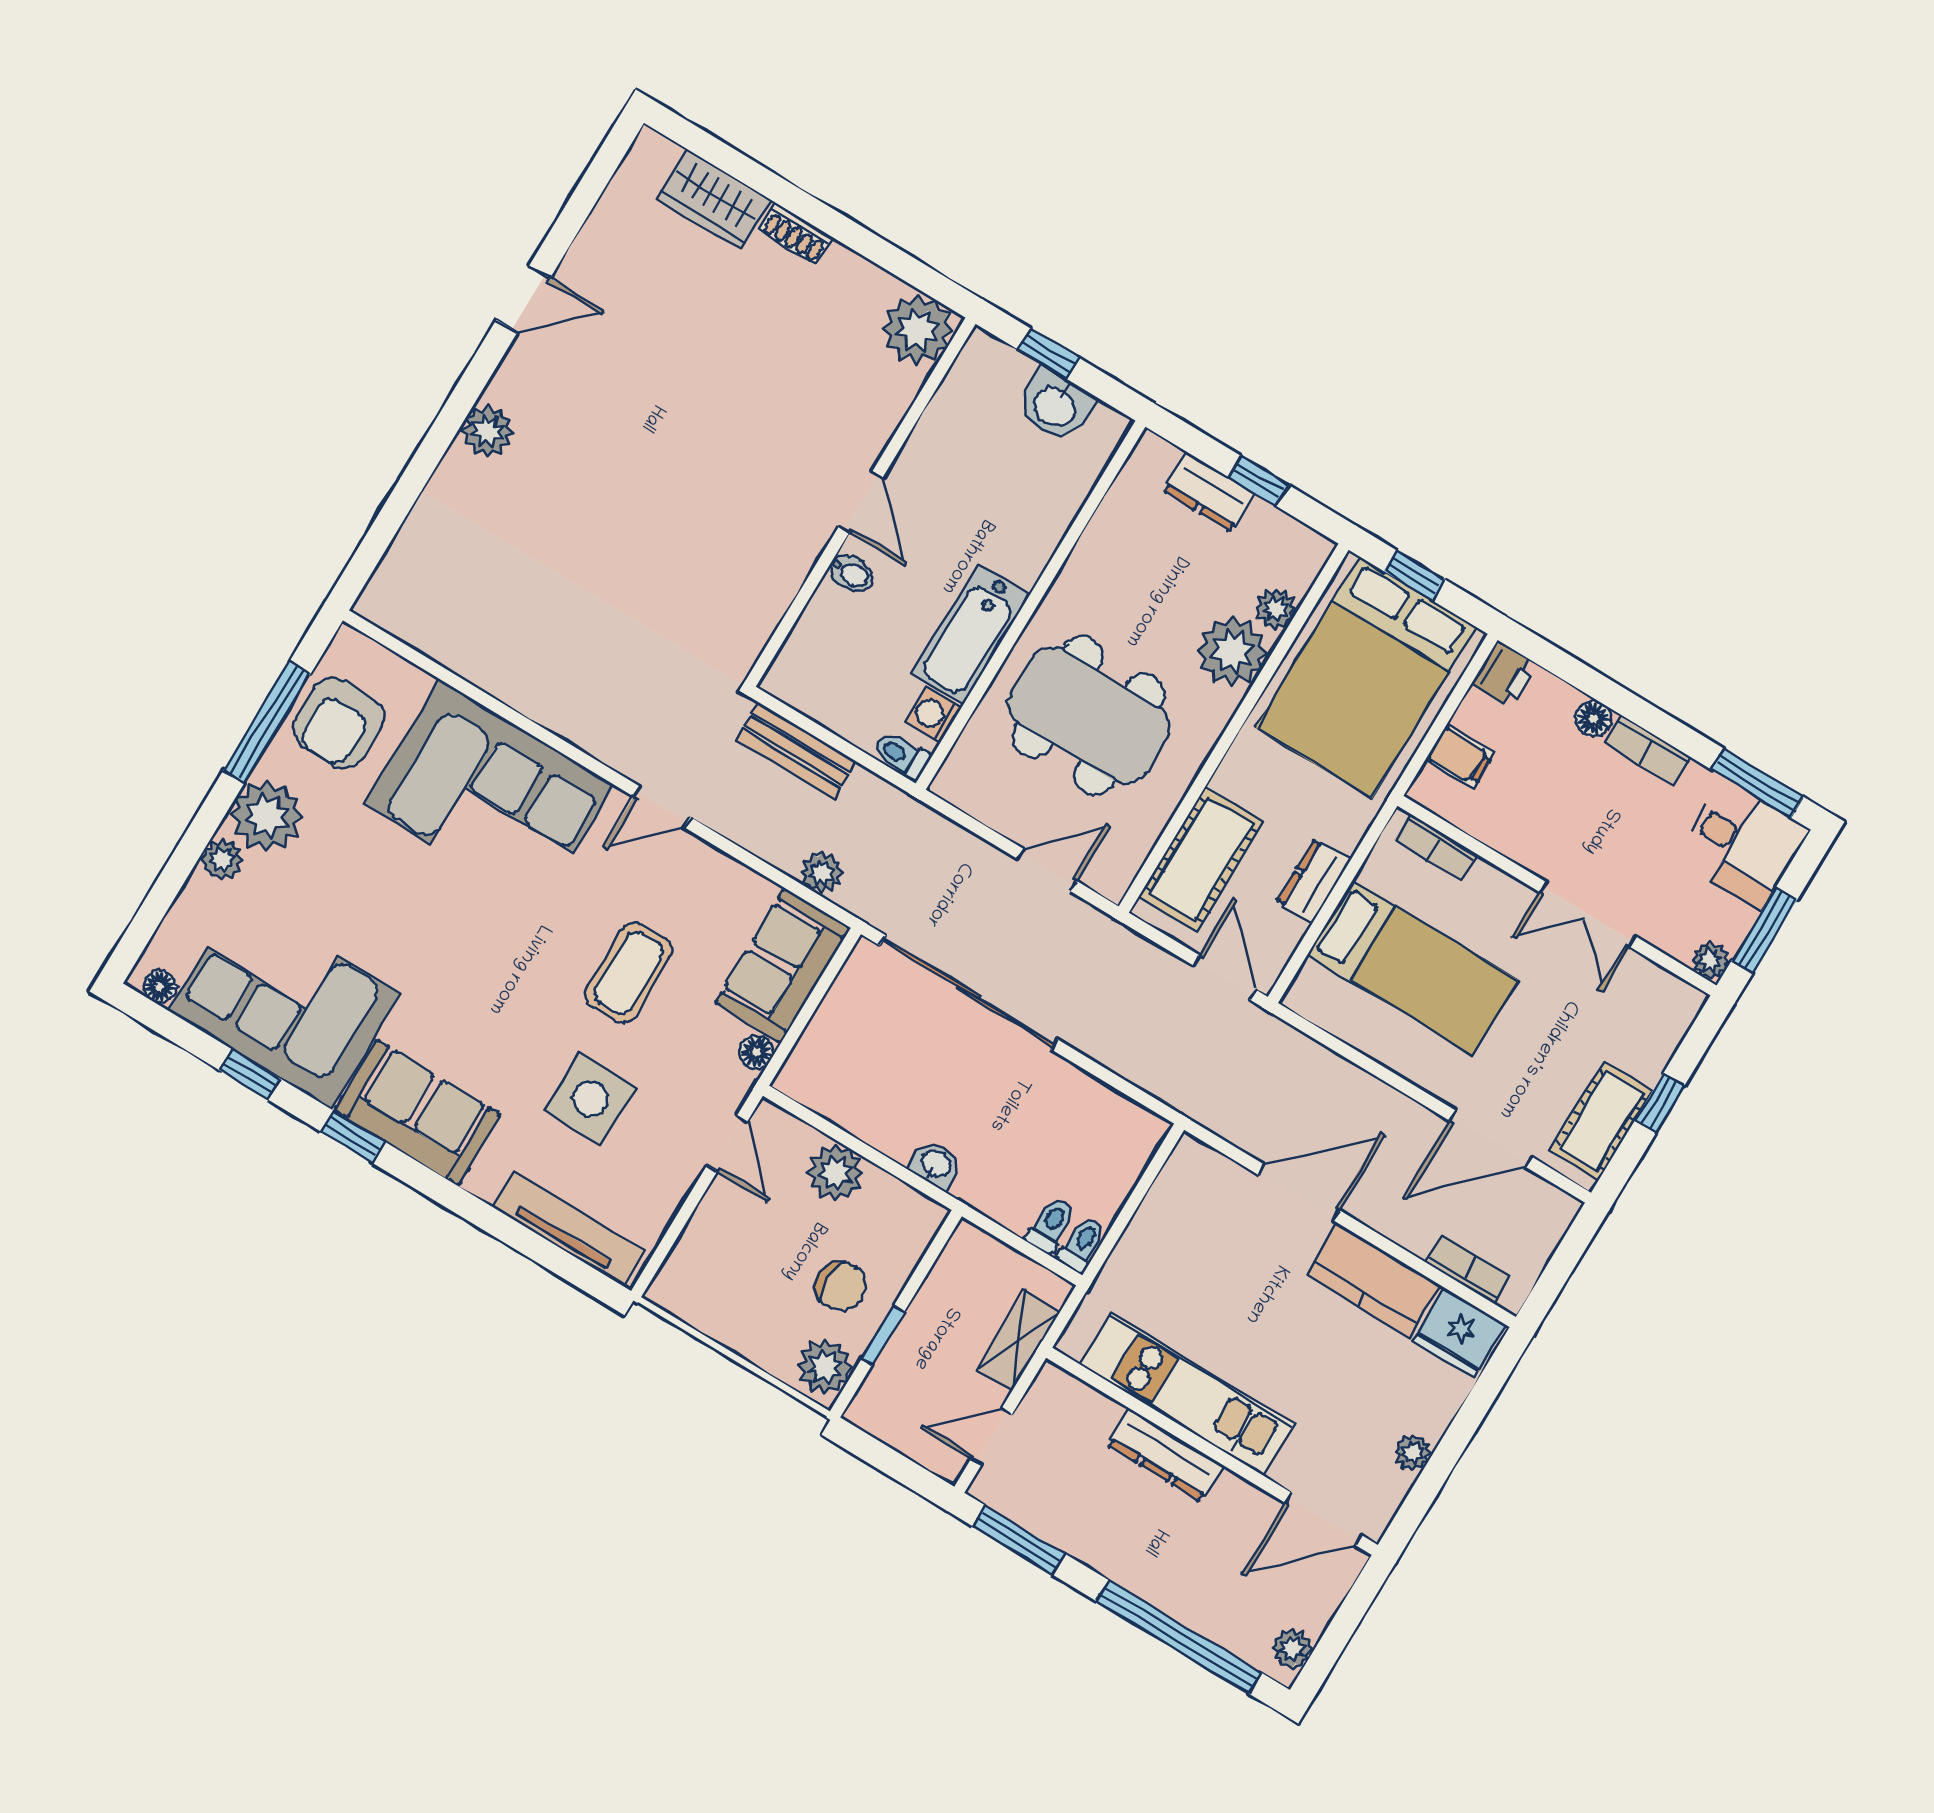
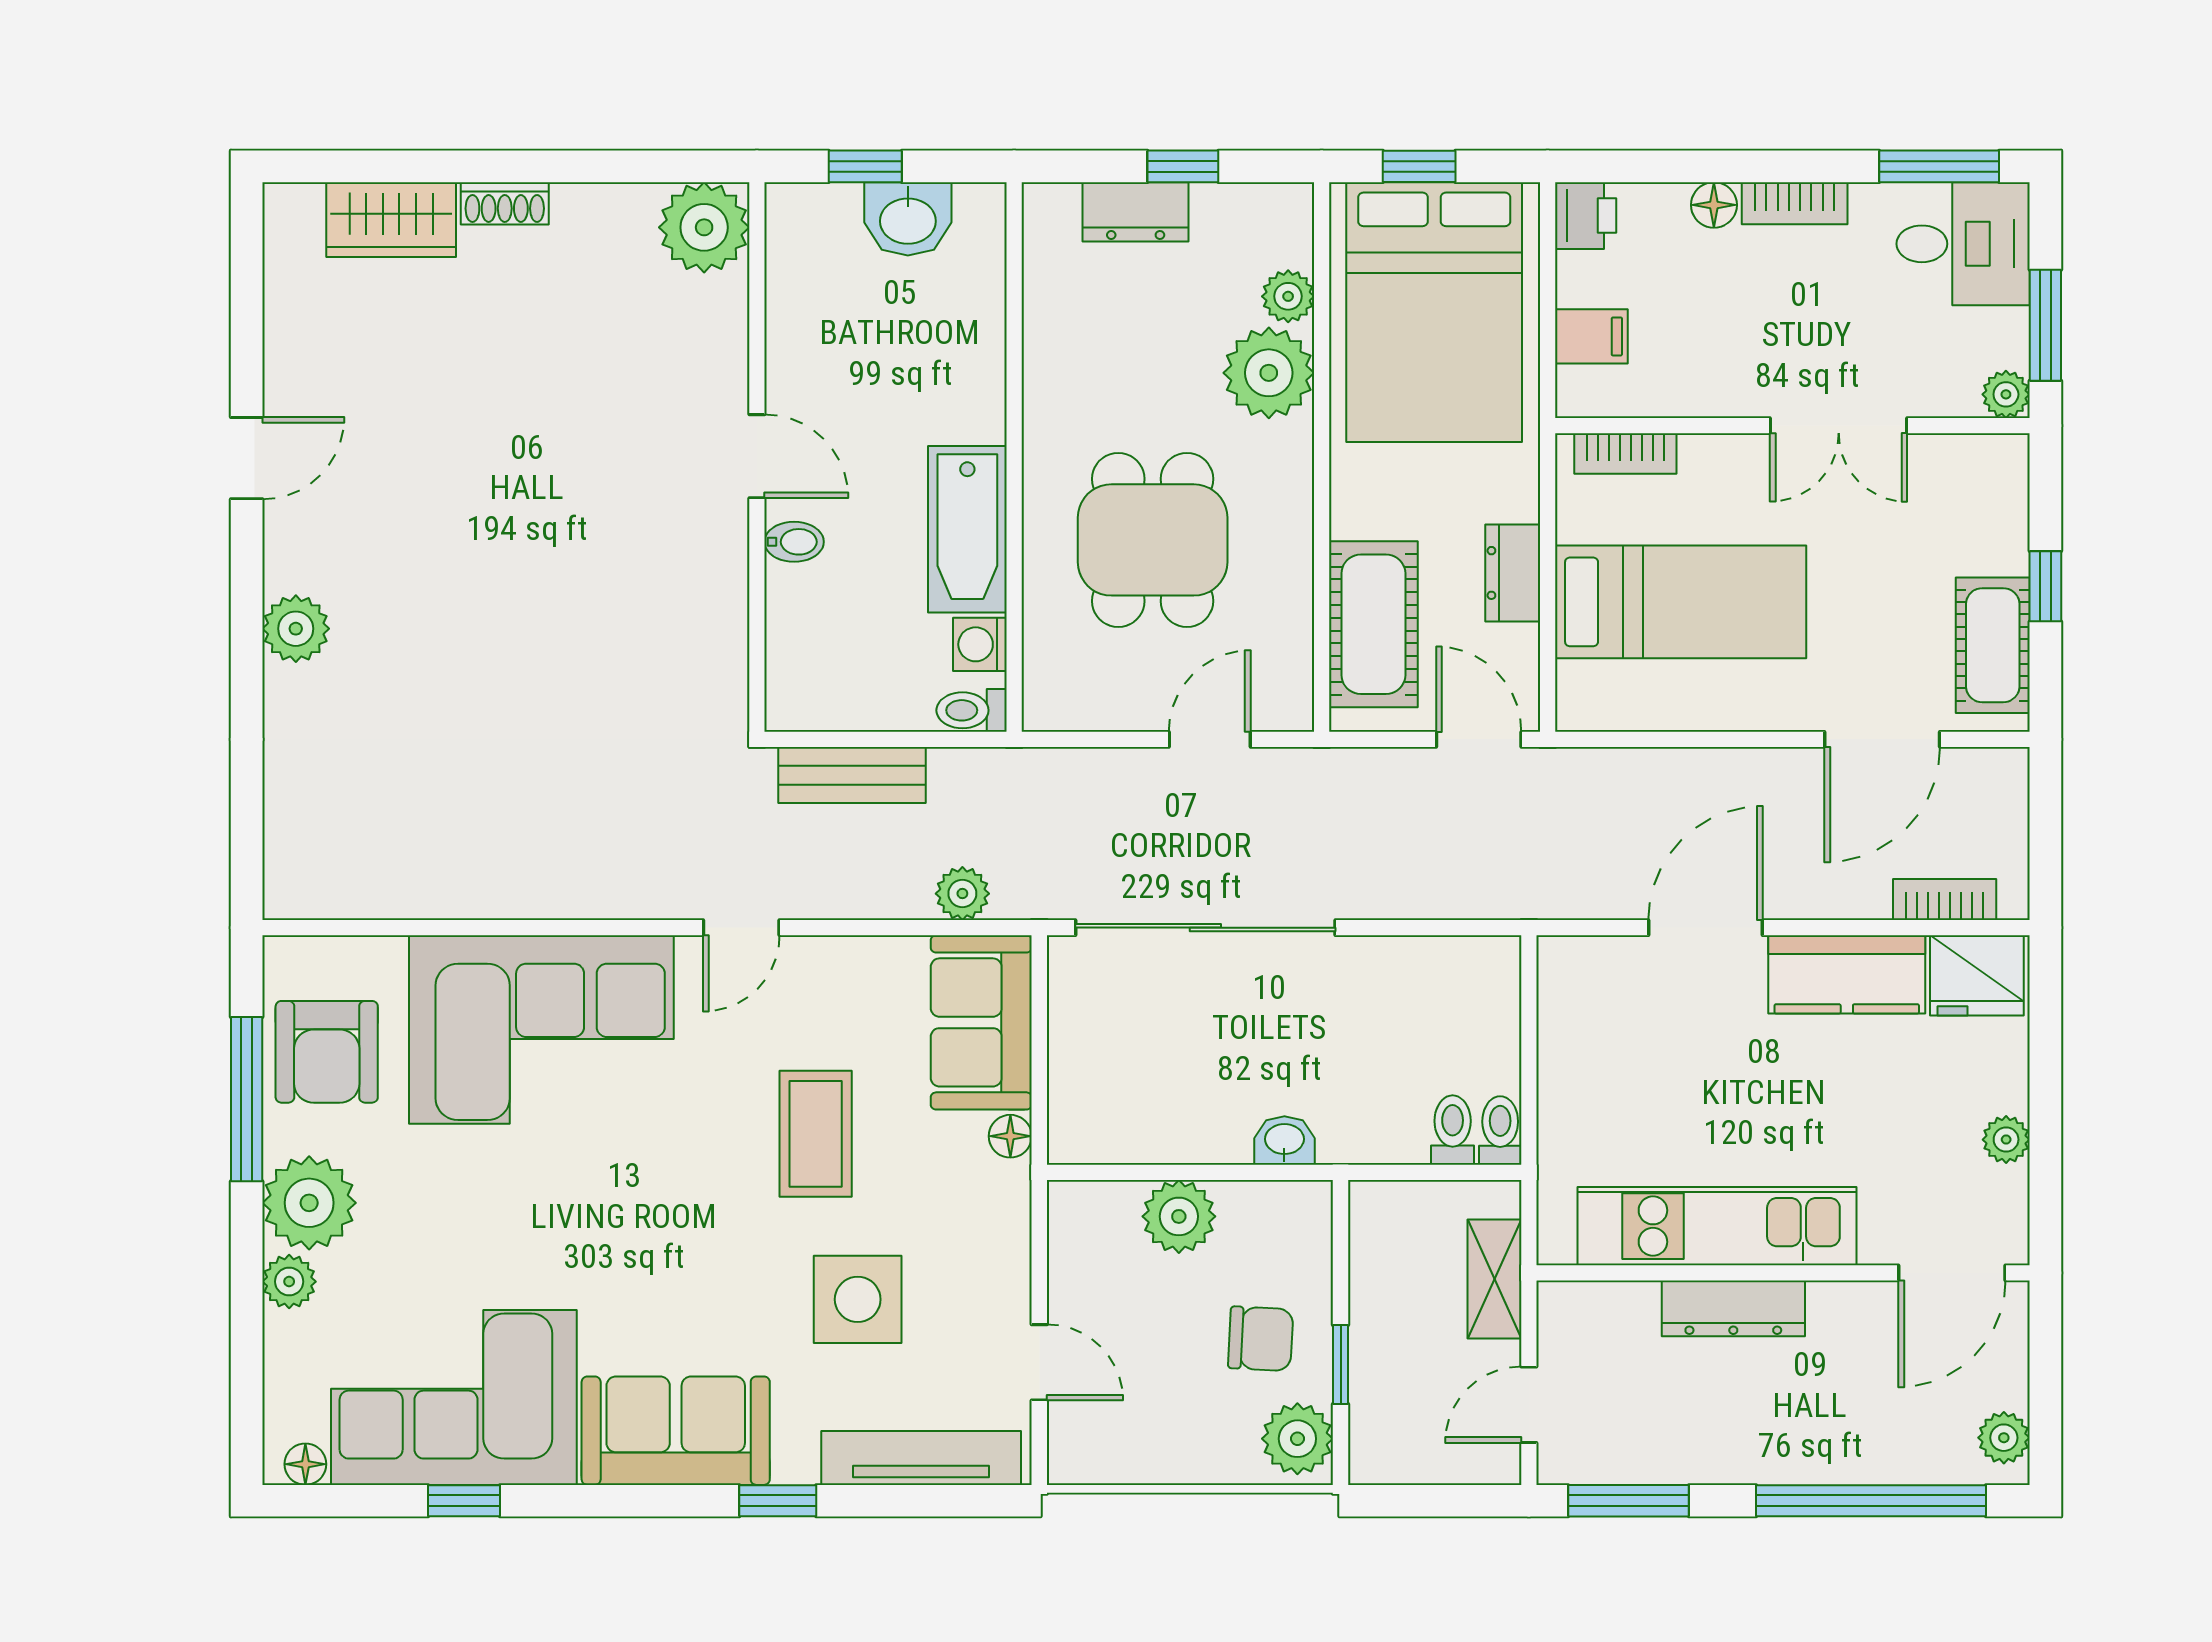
dining table: (1089, 715) -> (1153, 540), width x0.73
window: (353, 1137) -> (778, 1501), moved
door: (727, 1143) -> (1039, 1362), moved

